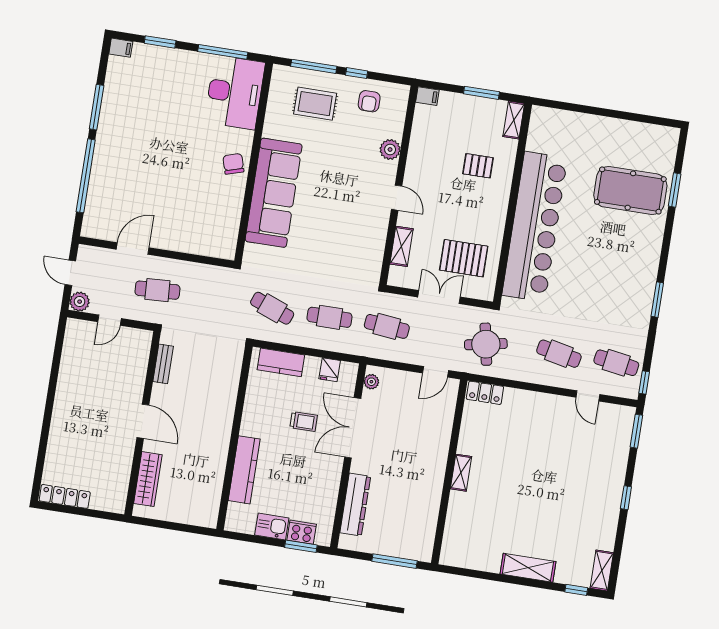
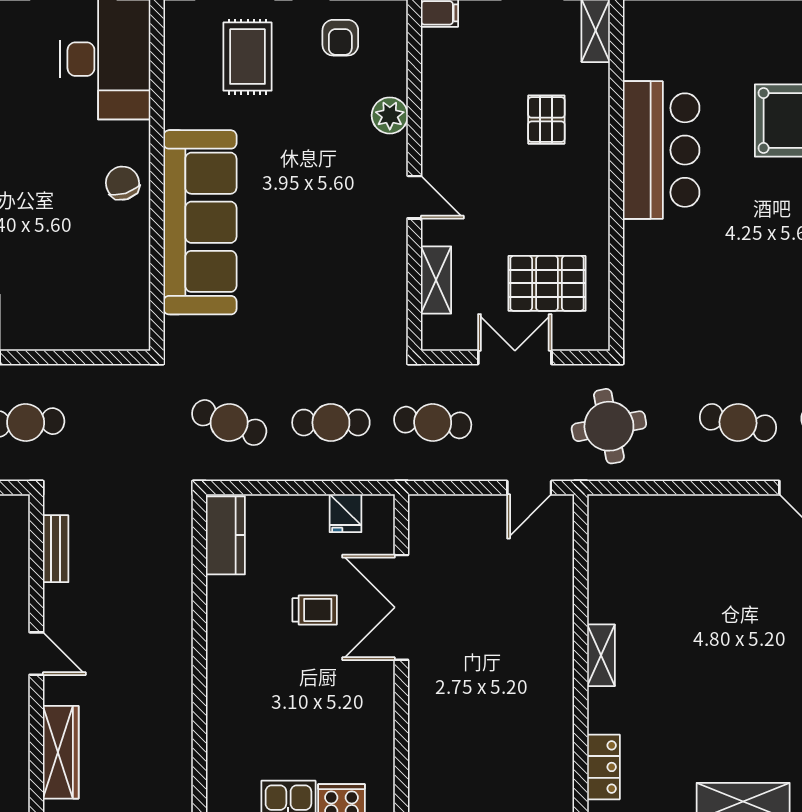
rug: (315, 104) -> (248, 57), turned 90
pallet: (478, 166) -> (546, 120), turned 90
bar counter: (535, 227) -> (661, 150), width x0.54
kitchen counter: (281, 362) -> (225, 535), moved, turned -90
plant: (371, 382) -> (421, 522), removed
locker: (485, 393) -> (603, 767), moved, turned -90
door: (143, 421) -> (36, 654), width x0.73
kitchen counter: (244, 470) -> (225, 710), removed
dresser: (355, 505) -> (427, 740), removed

